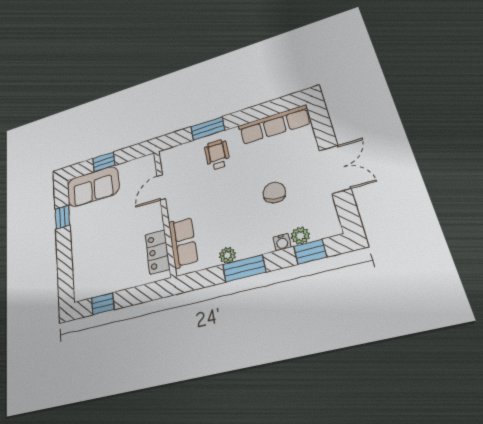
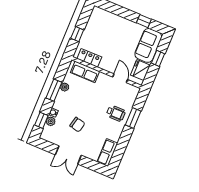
row of seats: (274, 125) -> (107, 153), width x0.68
fridge: (133, 171) -> (140, 70), added
window: (103, 304) -> (77, 34), moved

